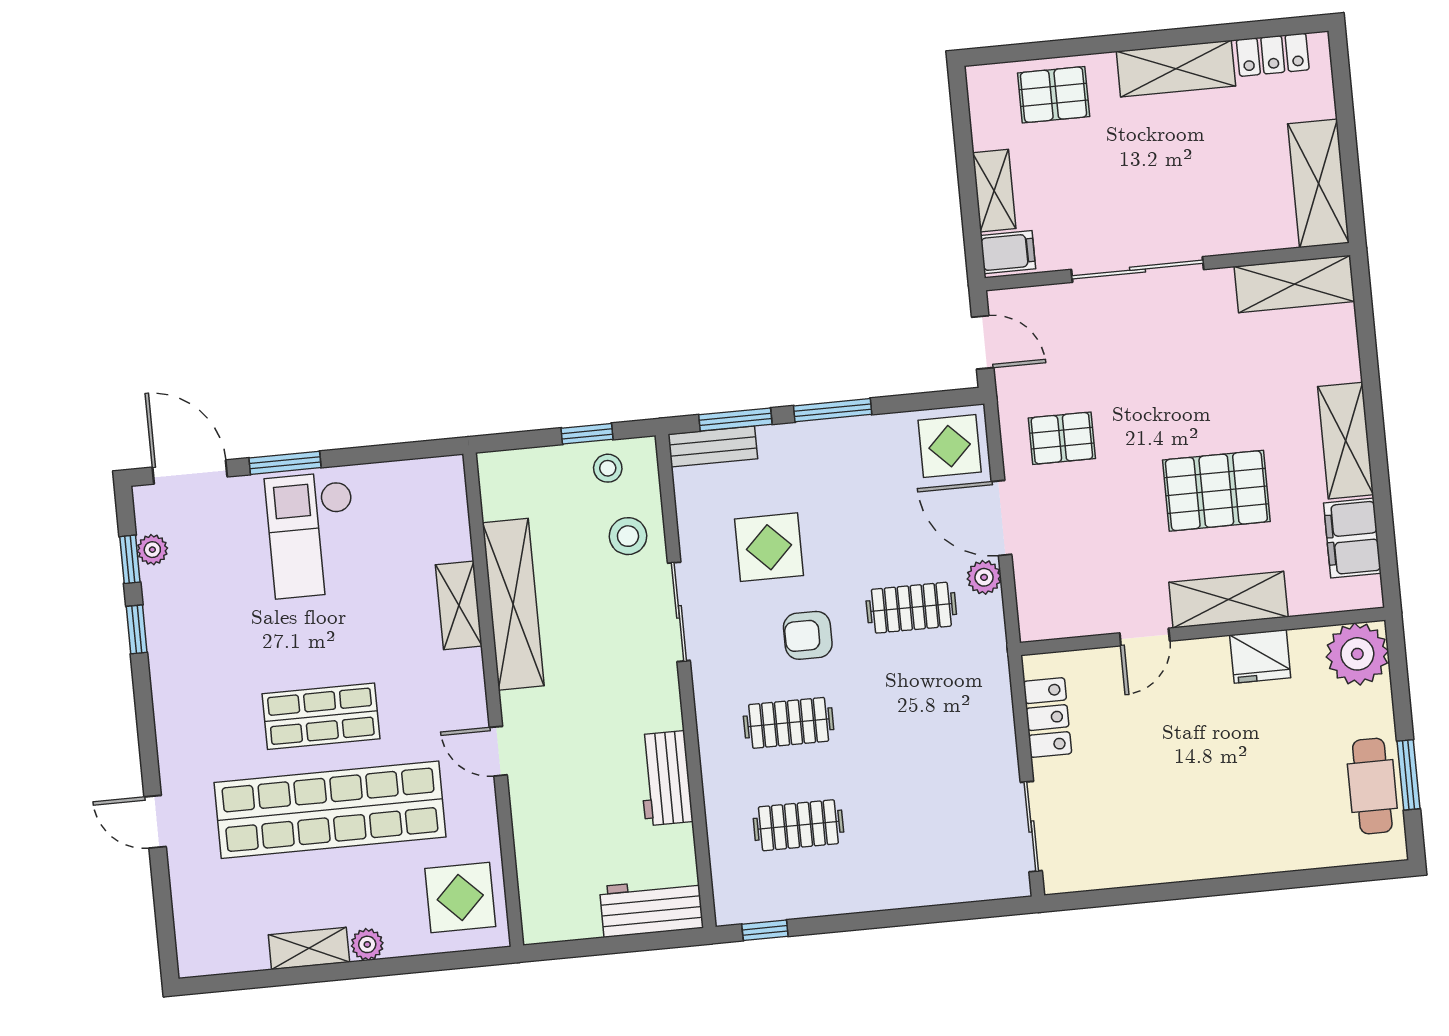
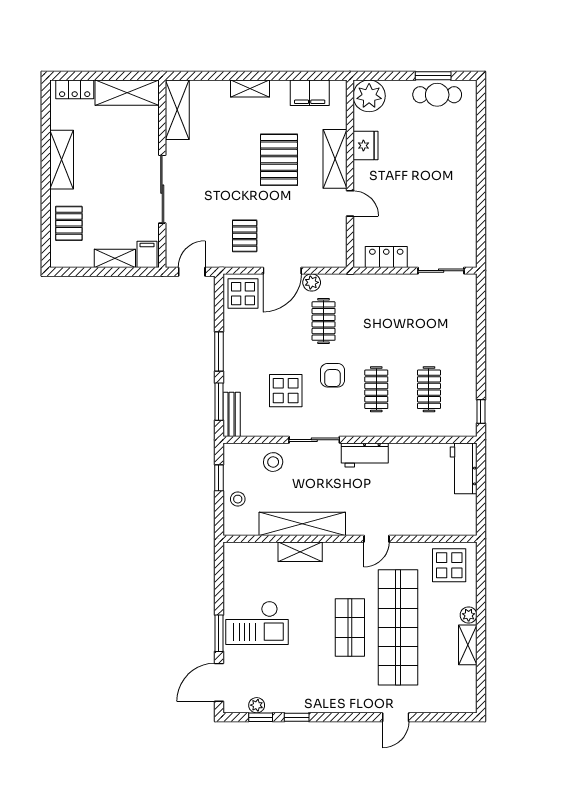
locker: (1273, 55) -> (75, 89), moved, turned 90
shelving: (1346, 441) -> (250, 89), width x0.67, depth x0.75
stool: (608, 468) -> (238, 499), moved
workbench: (665, 778) -> (365, 455), moved

